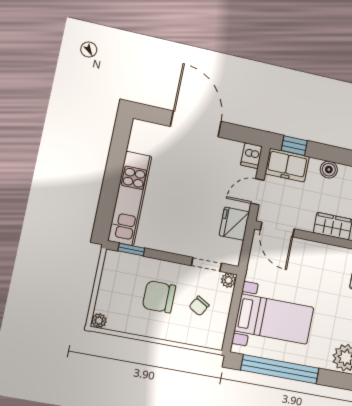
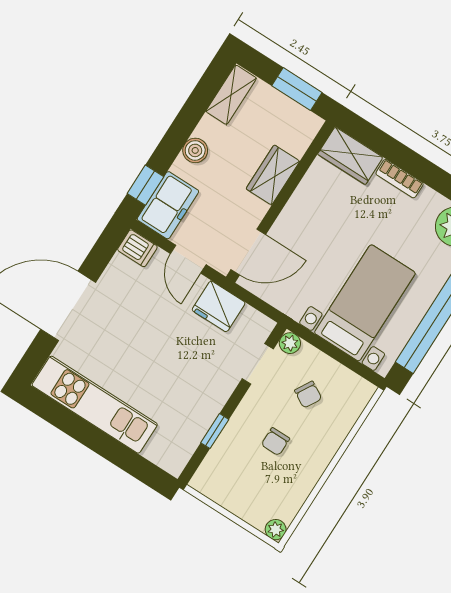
kitchen unit: (130, 198) -> (95, 405), moved
window: (131, 250) -> (215, 431), moved
chair: (159, 297) -> (275, 442), width x0.54, depth x0.54

